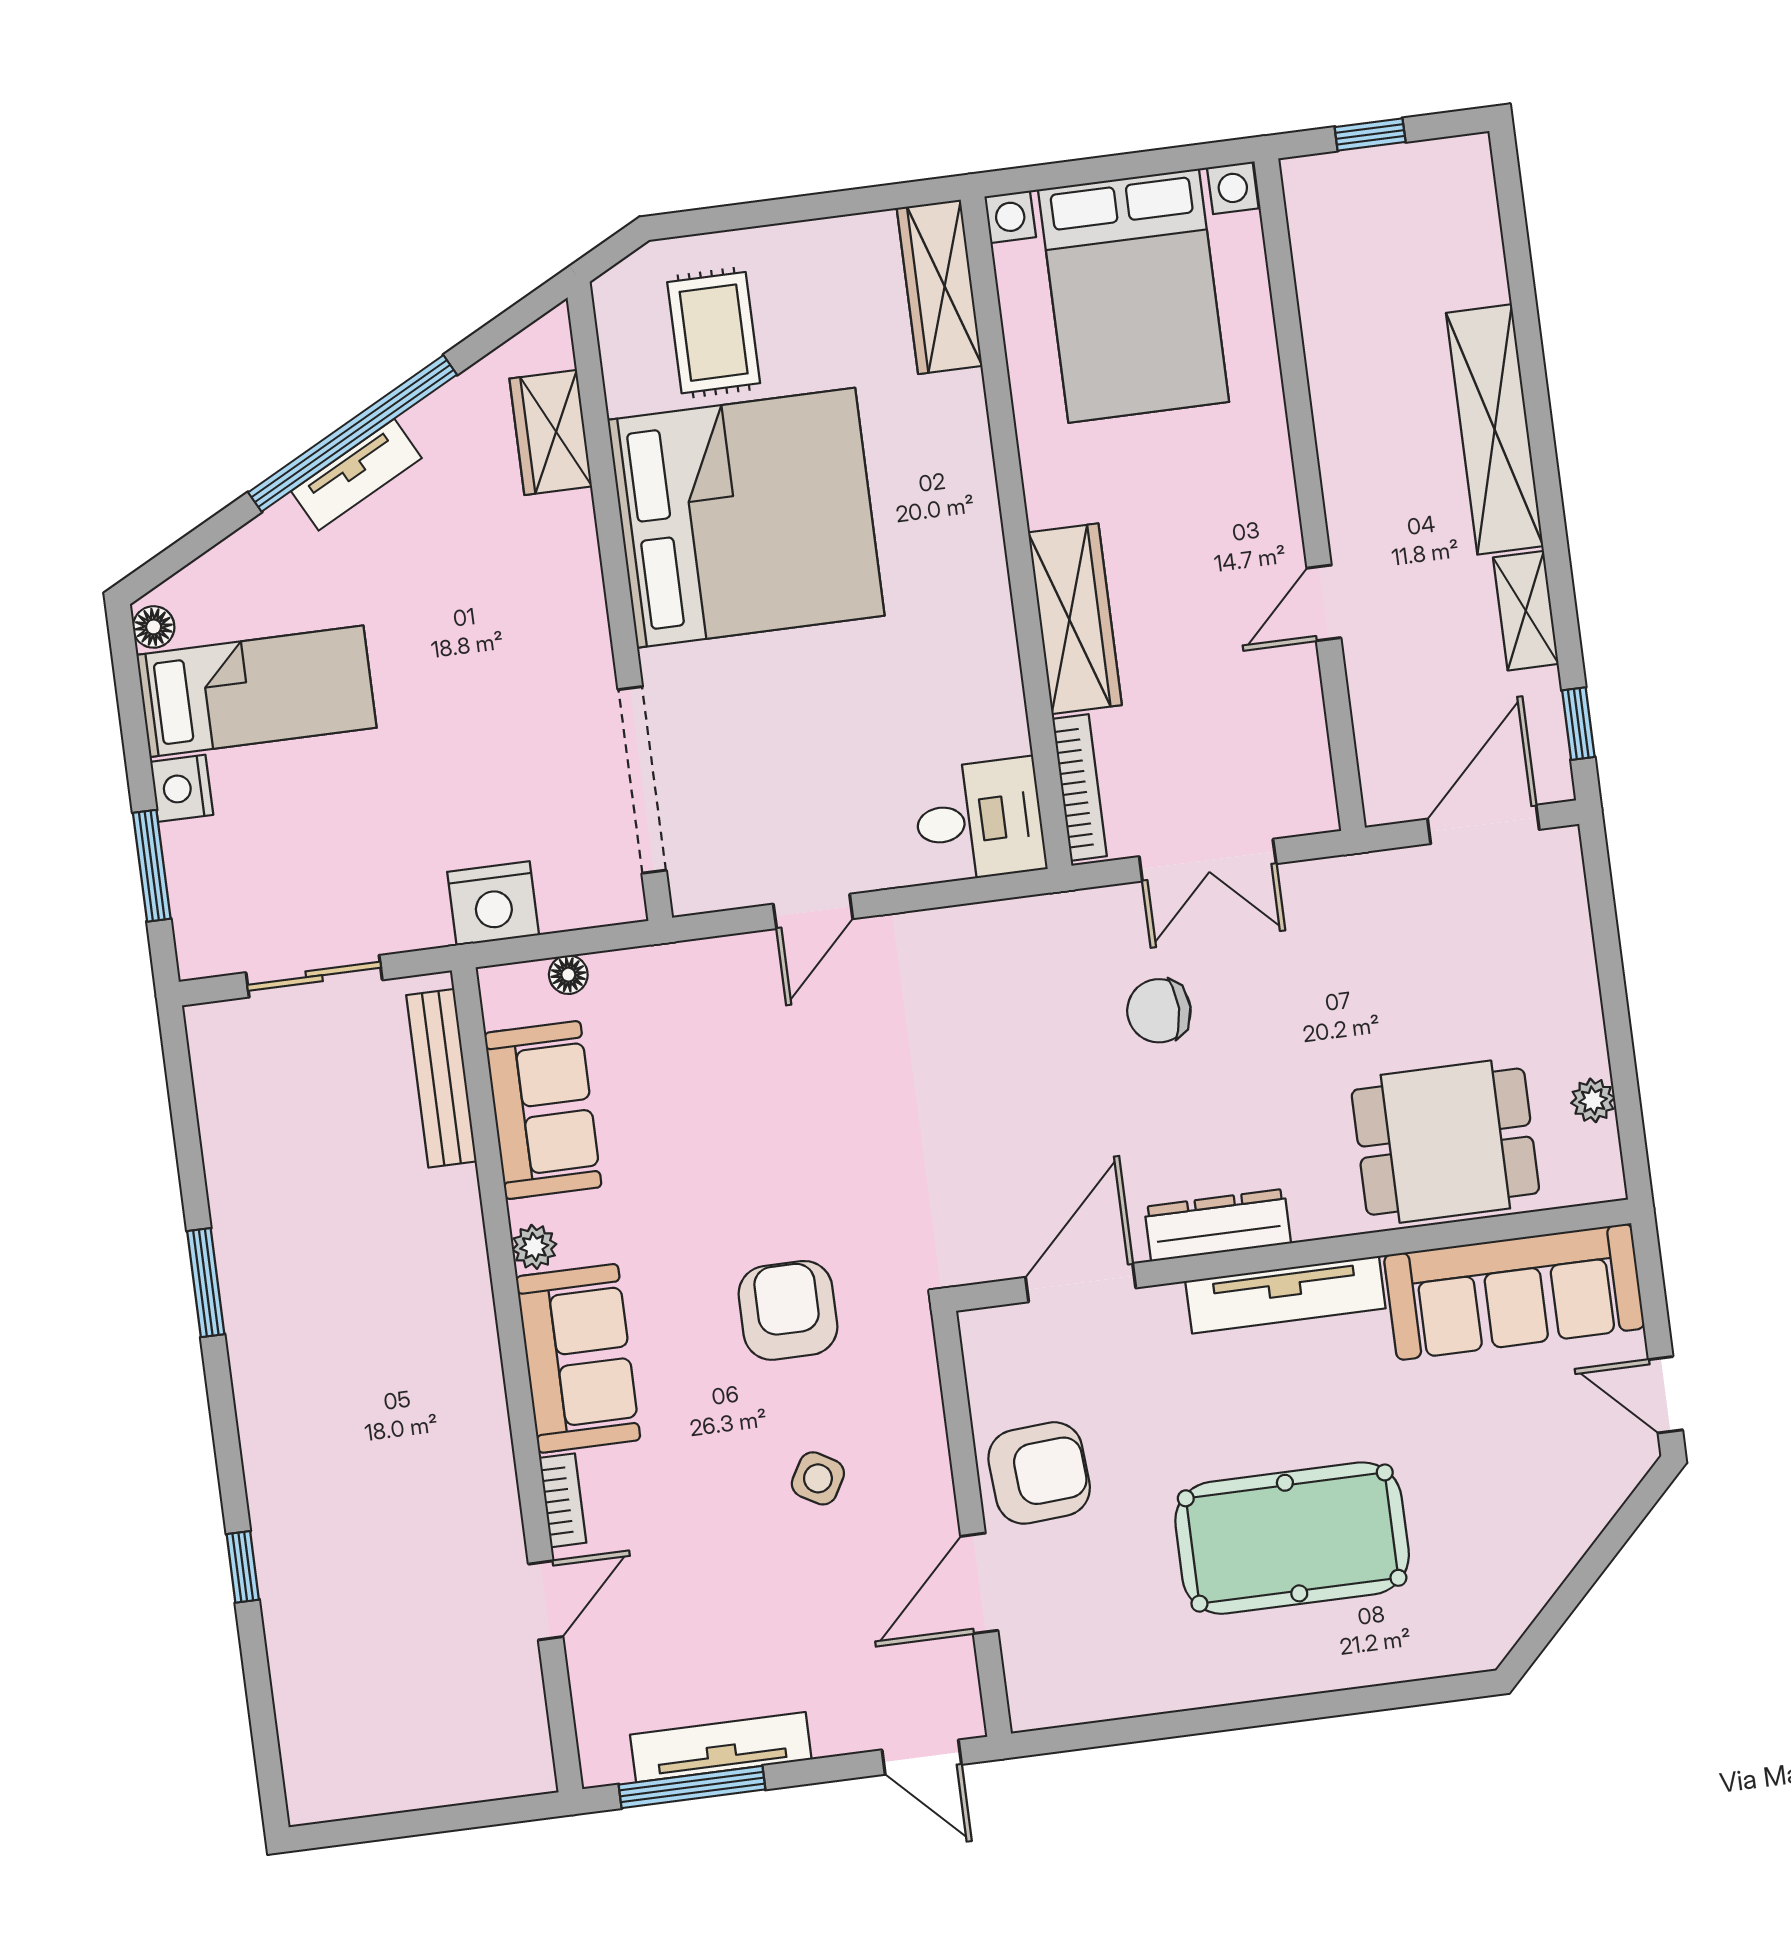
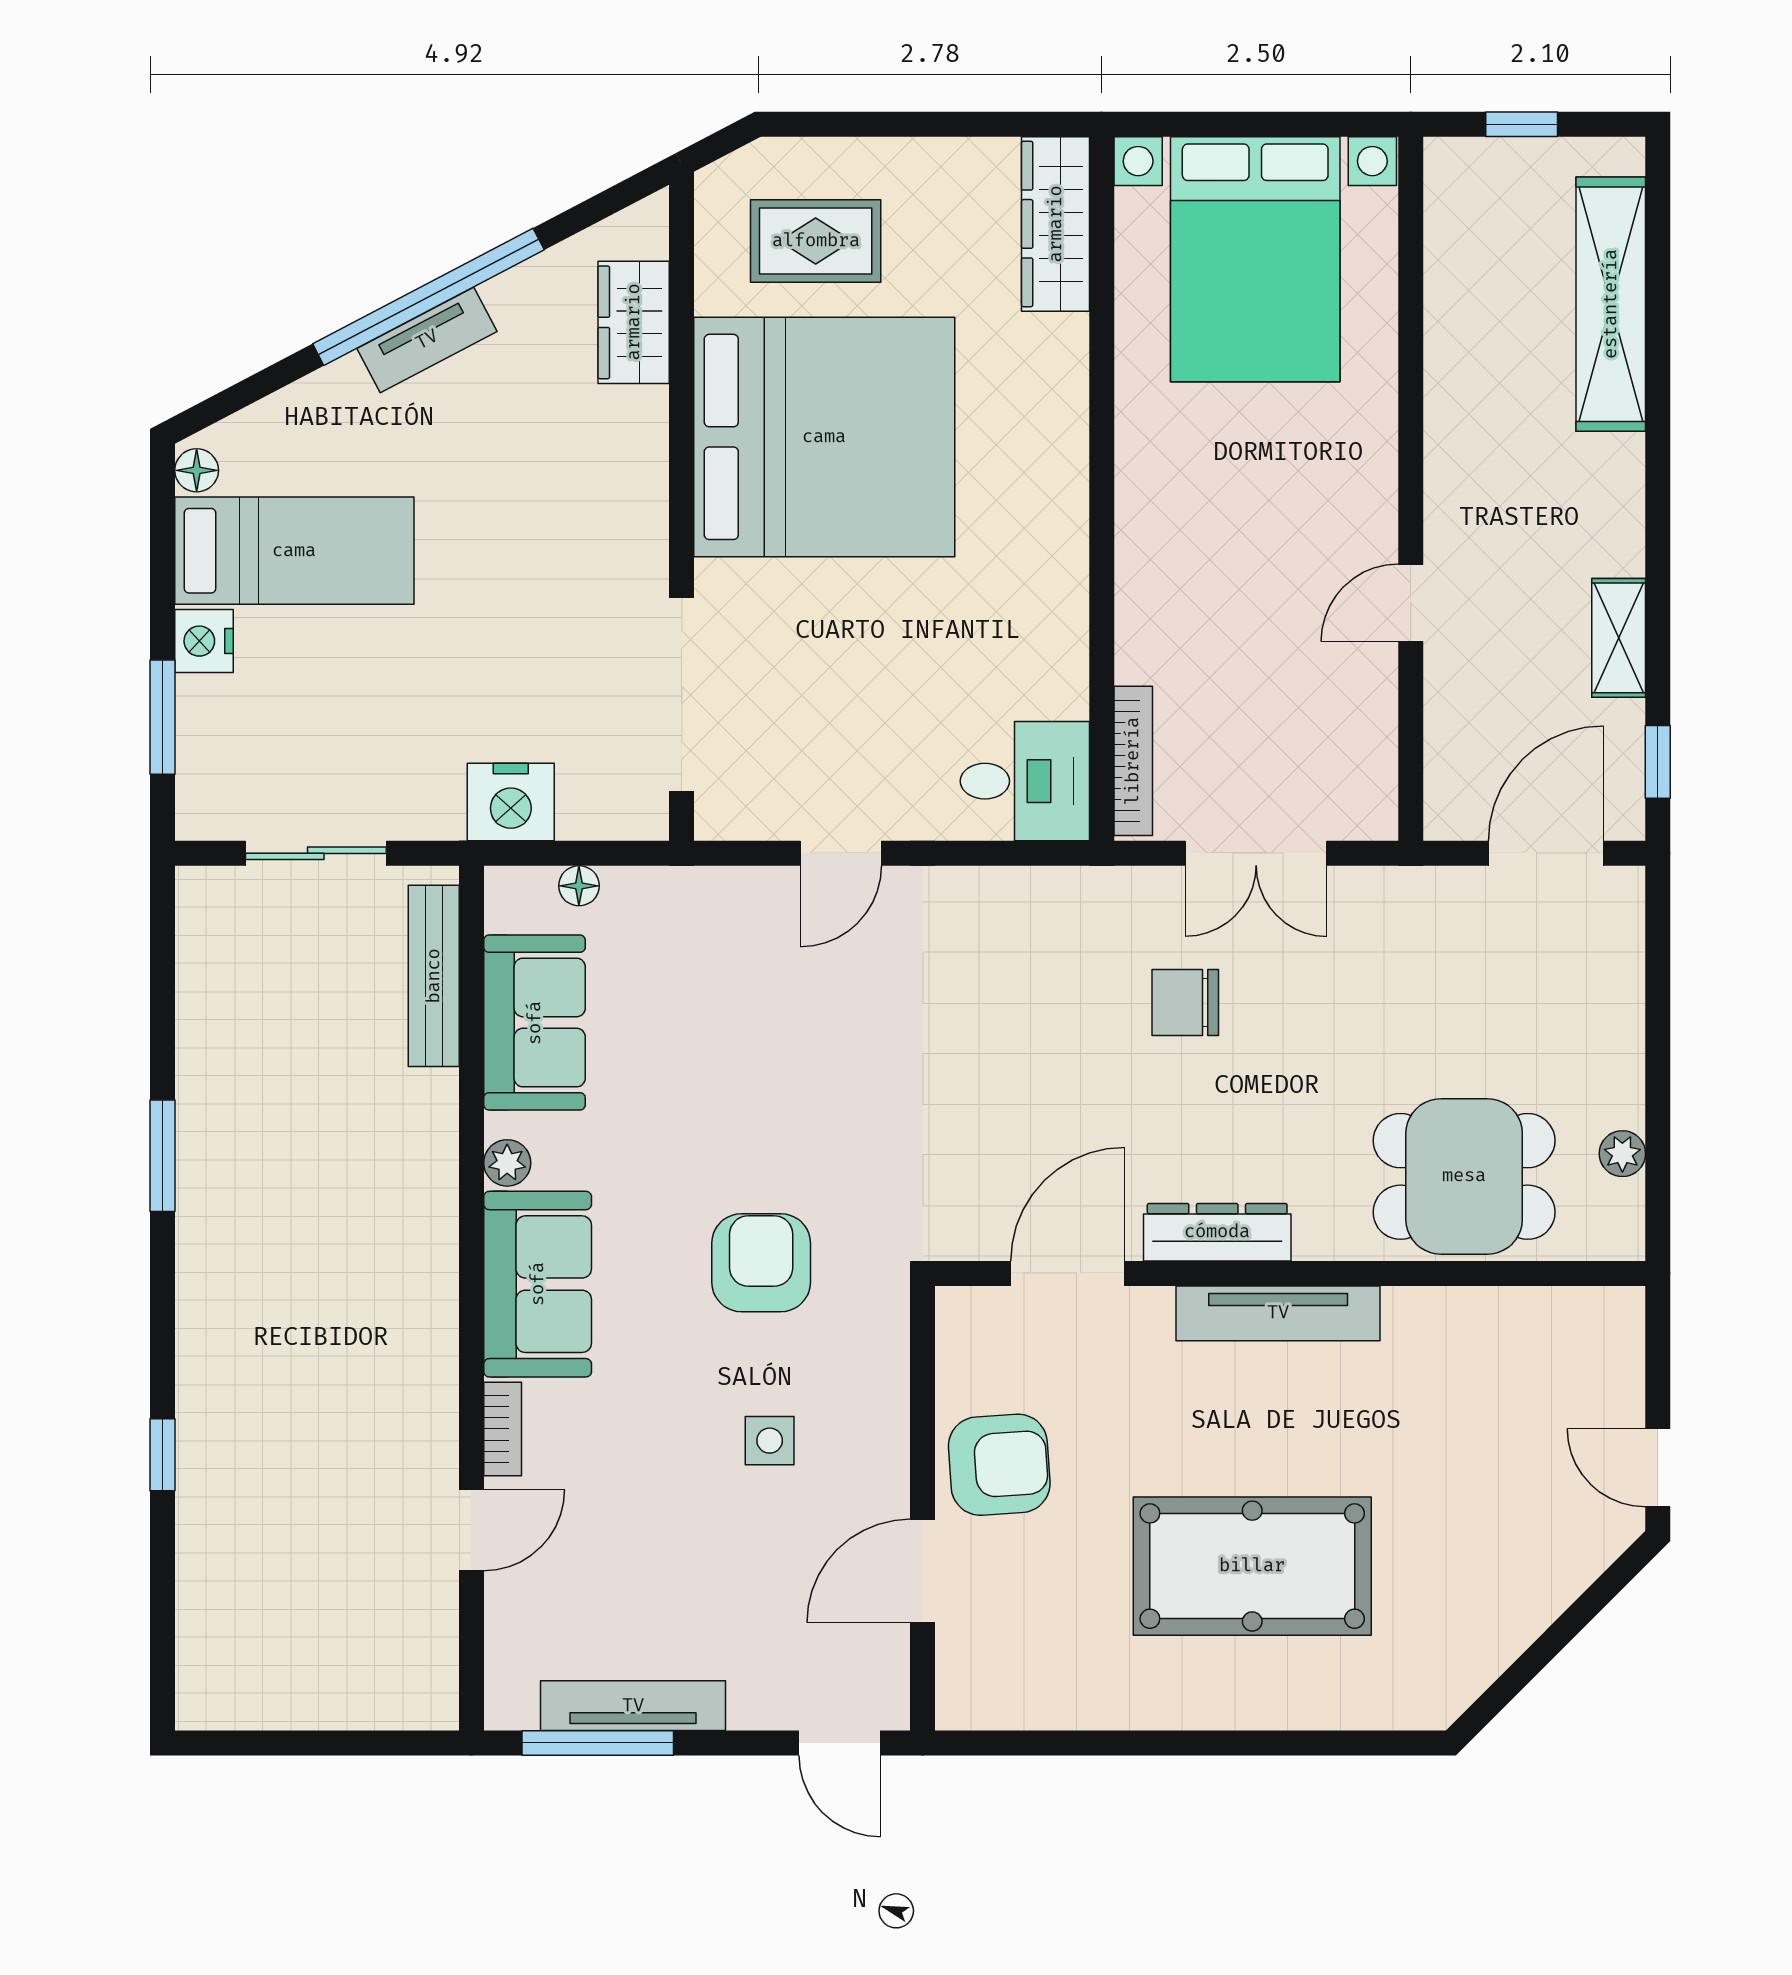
rug: (714, 333) -> (816, 241), turned 90
shelving: (1495, 429) -> (1611, 304), moved
wardrobe: (1075, 619) -> (1151, 586), removed
sofa: (1514, 1292) -> (1515, 1341), removed
side table: (818, 1478) -> (770, 1441), turned -30

